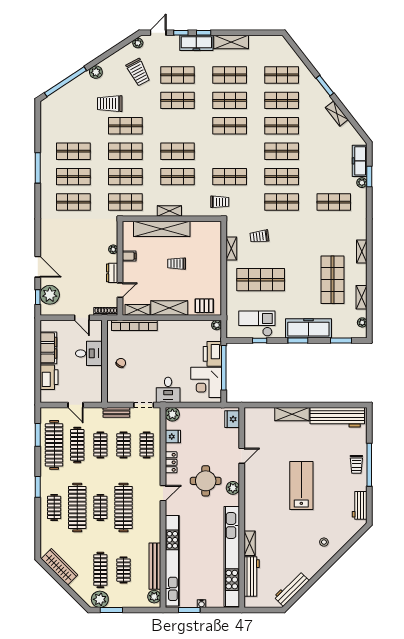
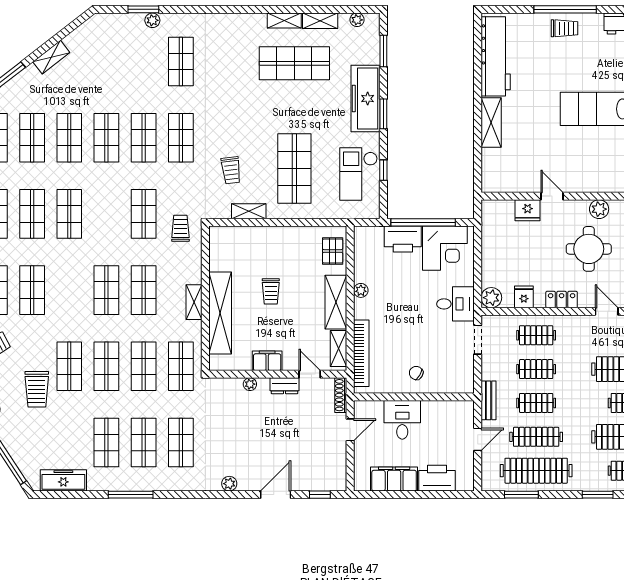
freezer: (360, 161) -> (63, 480), moved, turned 180
shelving: (362, 252) -> (284, 21), moved
filing cabinet: (129, 256) -> (267, 361), width x2.00
plant: (50, 295) -> (229, 484), moved, width x0.53, depth x0.53
plant: (217, 325) -> (361, 290), moved
bench: (116, 412) -> (489, 400), moved
fridge: (232, 419) -> (528, 210), moved

